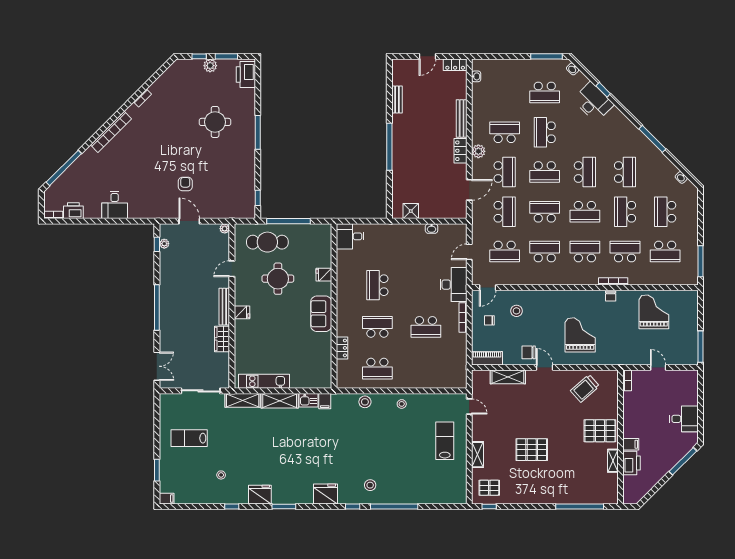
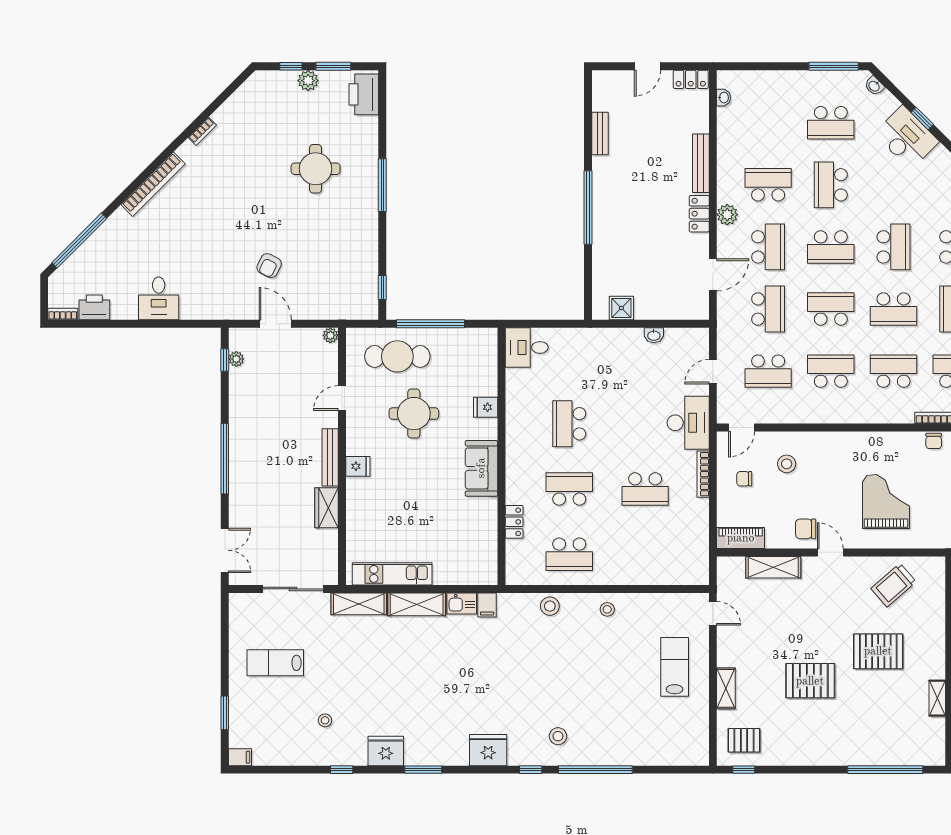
armchair: (185, 184) -> (269, 266), turned -153
pallet: (600, 431) -> (878, 651), moved

